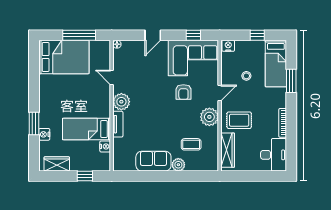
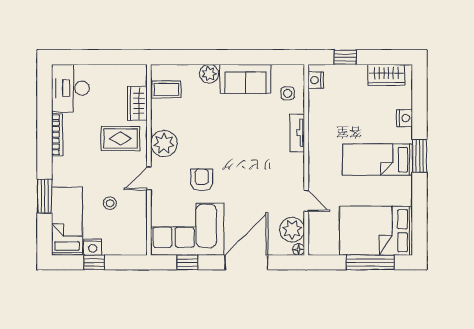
window: (79, 35) -> (370, 262), moved
door: (153, 35) -> (246, 262), width x1.88
nightstand: (228, 46) -> (93, 247), moved
plant: (121, 102) -> (292, 230), moved
window: (34, 123) -> (419, 156), moved
bed: (86, 129) -> (377, 160), moved, turned 180
coffee table: (191, 144) -> (166, 89), moved
nightstand: (105, 146) -> (316, 80), moved
wardrobe: (228, 150) -> (137, 103), width x0.67
side table: (124, 151) -> (288, 93), added

